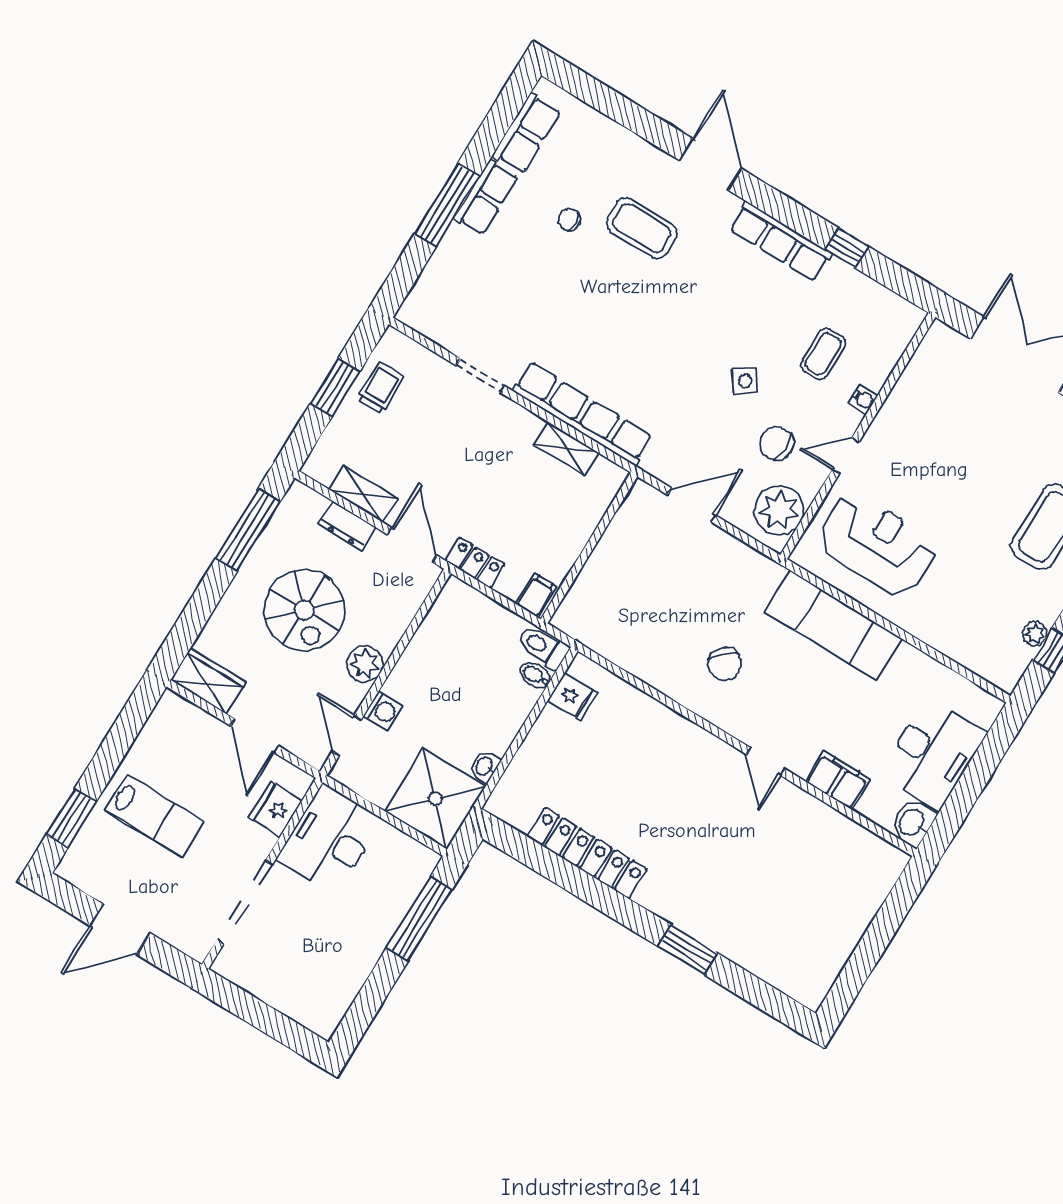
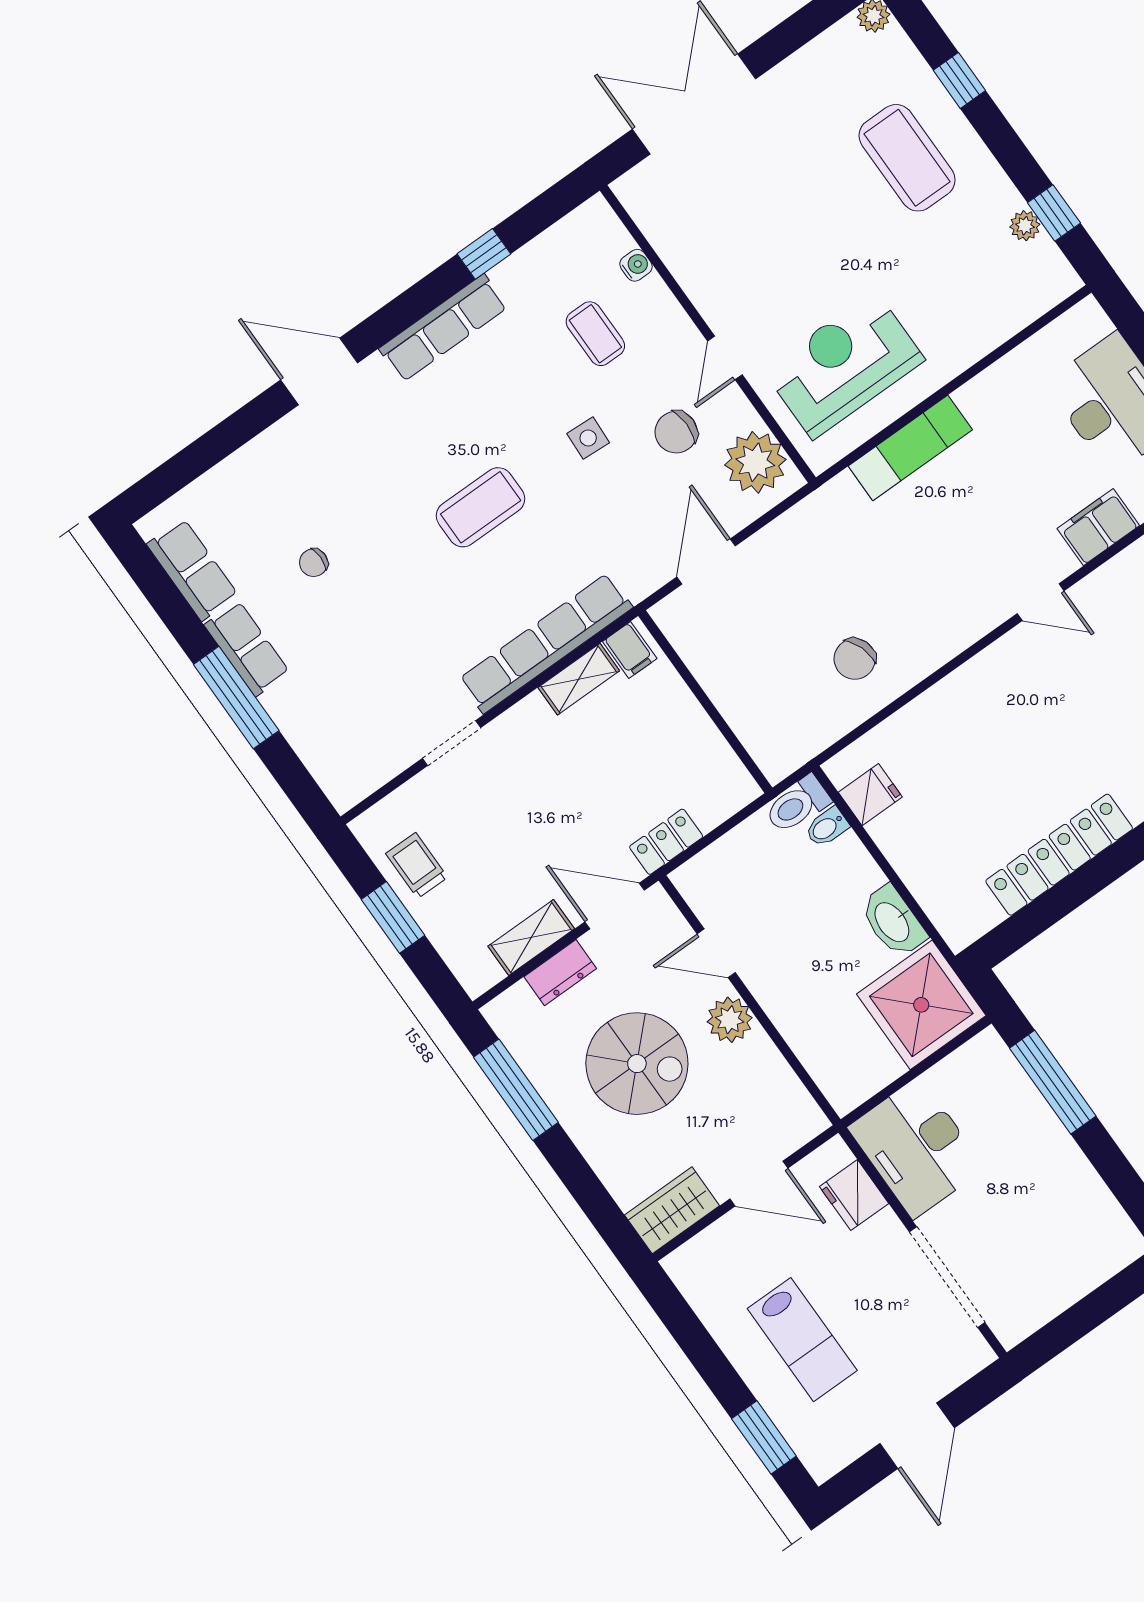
coffee table: (642, 228) -> (481, 507), moved
side table: (745, 381) -> (588, 438), turned 37
water cooler: (863, 399) -> (636, 265), moved
filing cabinet: (536, 595) -> (630, 650), moved, turned 180
exam couch: (833, 625) -> (910, 448), width x0.73, depth x0.69
chair: (725, 664) -> (855, 659), moved, turned 115
washing machine: (383, 711) -> (793, 1021), removed
door: (347, 735) -> (716, 953), moved
washbasin: (485, 766) -> (893, 921), width x1.91, depth x1.45
lab bench: (154, 816) -> (802, 1340), turned 90

